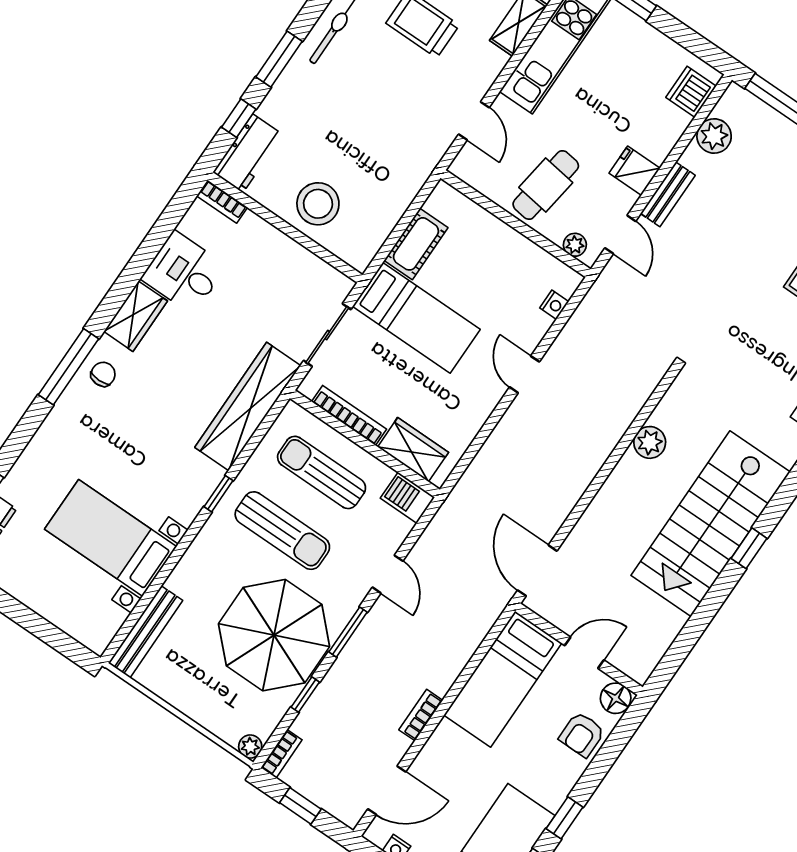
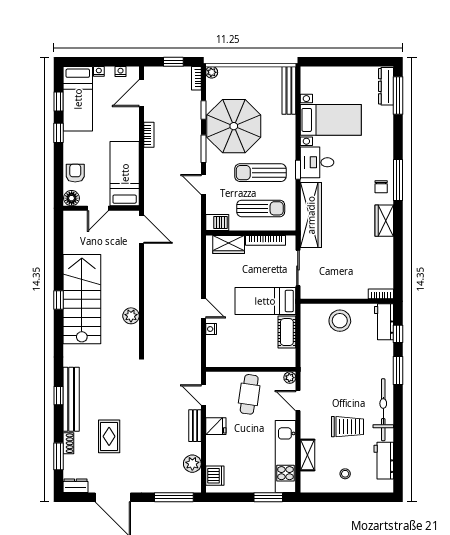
plant: (575, 245) -> (290, 378), moved
desk: (184, 272) -> (317, 162), moved, turned 180
nightstand: (554, 305) -> (211, 329), moved

